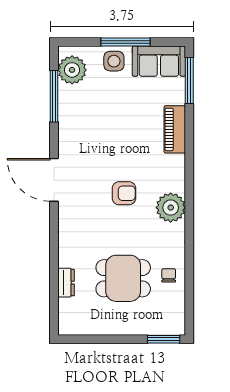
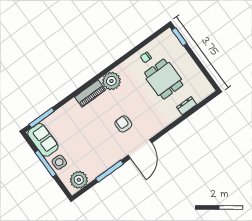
window: (54, 96) -> (110, 171), moved
piano: (175, 129) -> (90, 93), moved
armchair: (124, 193) -> (123, 124), moved

